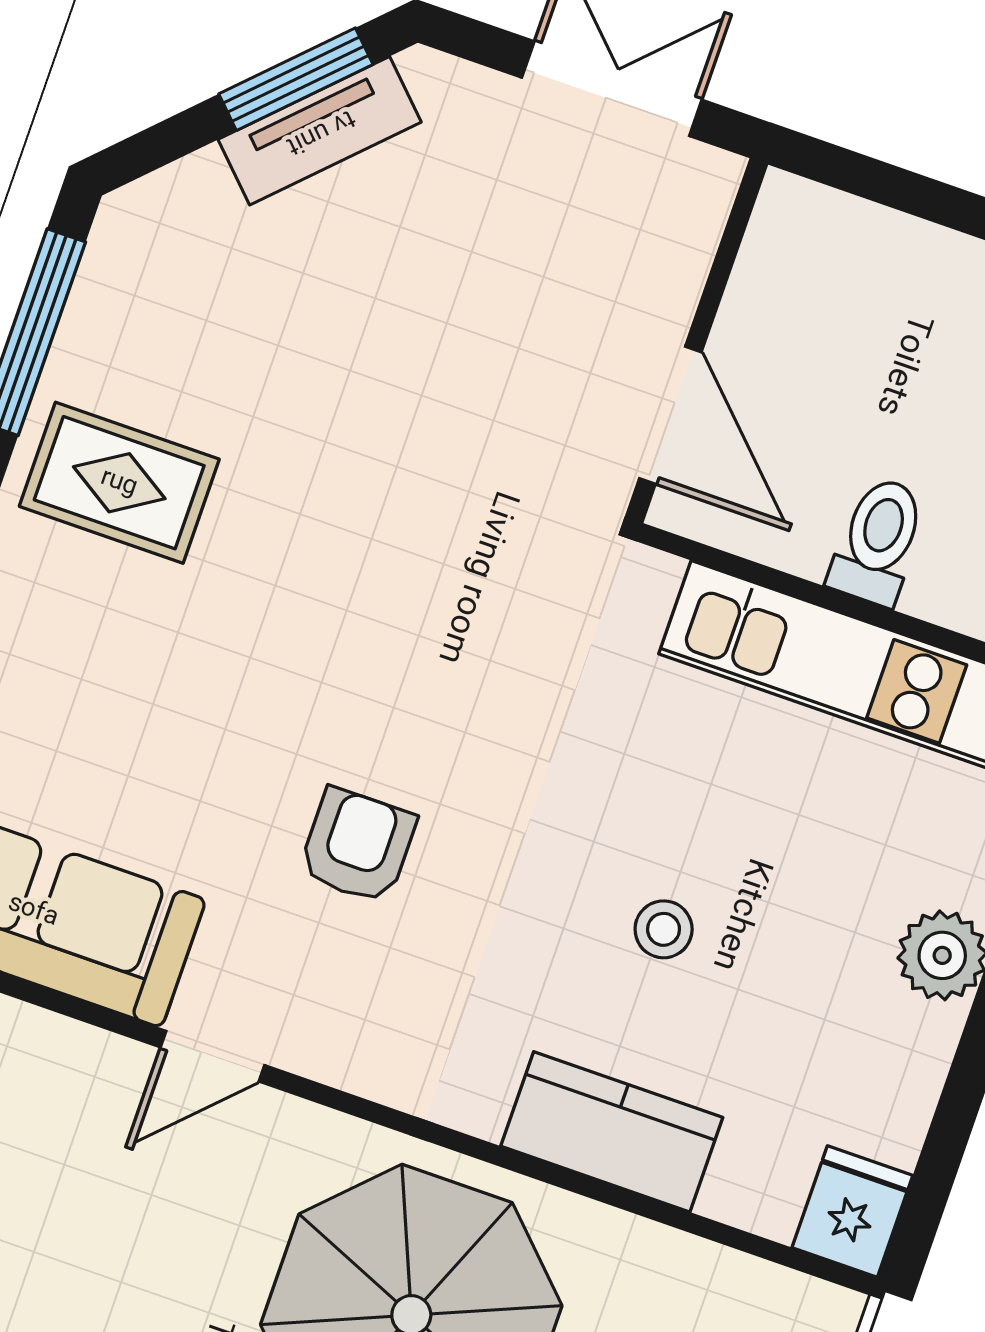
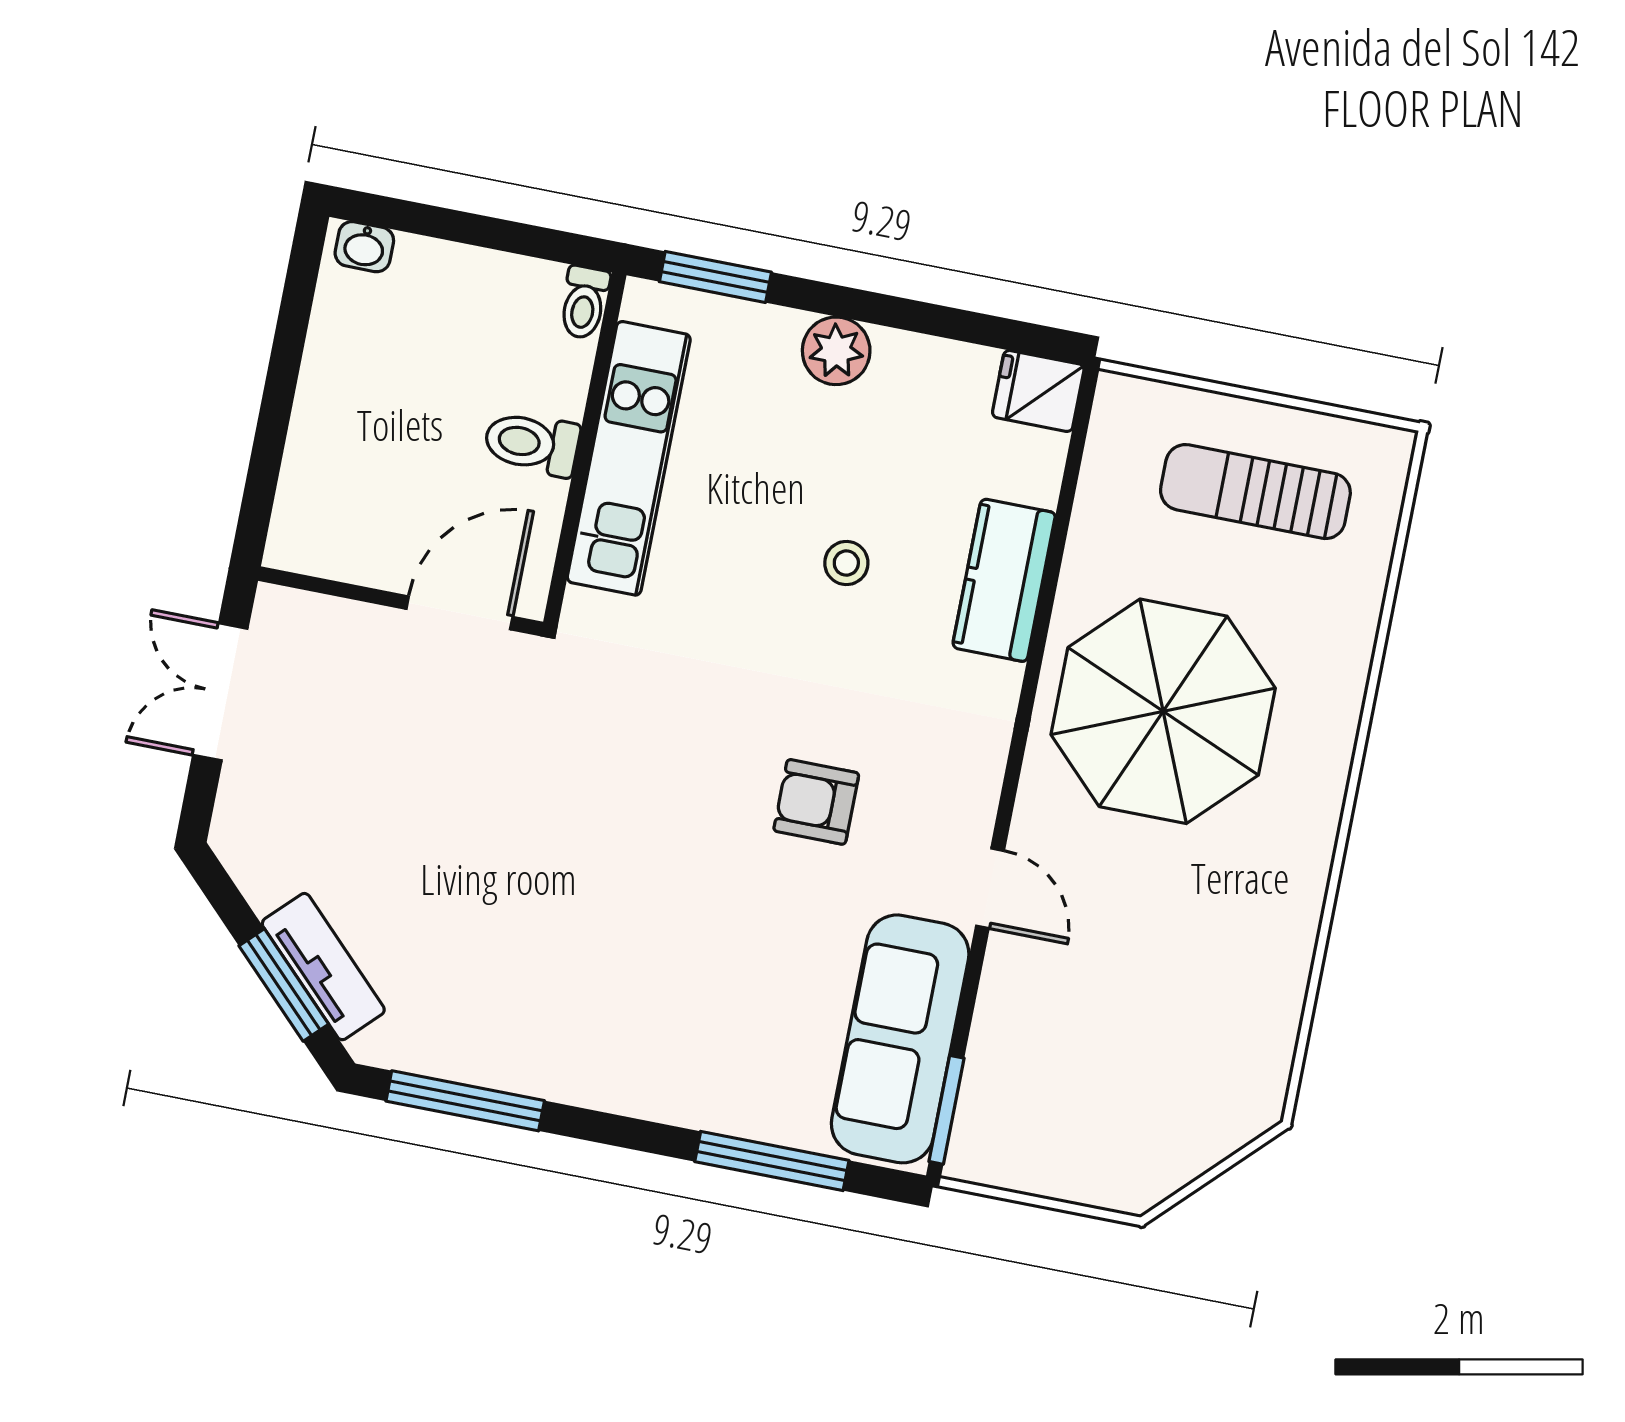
window: (296, 79) -> (284, 985), moved
tv unit: (320, 131) -> (323, 967), moved
rug: (119, 483) -> (569, 1020), removed

